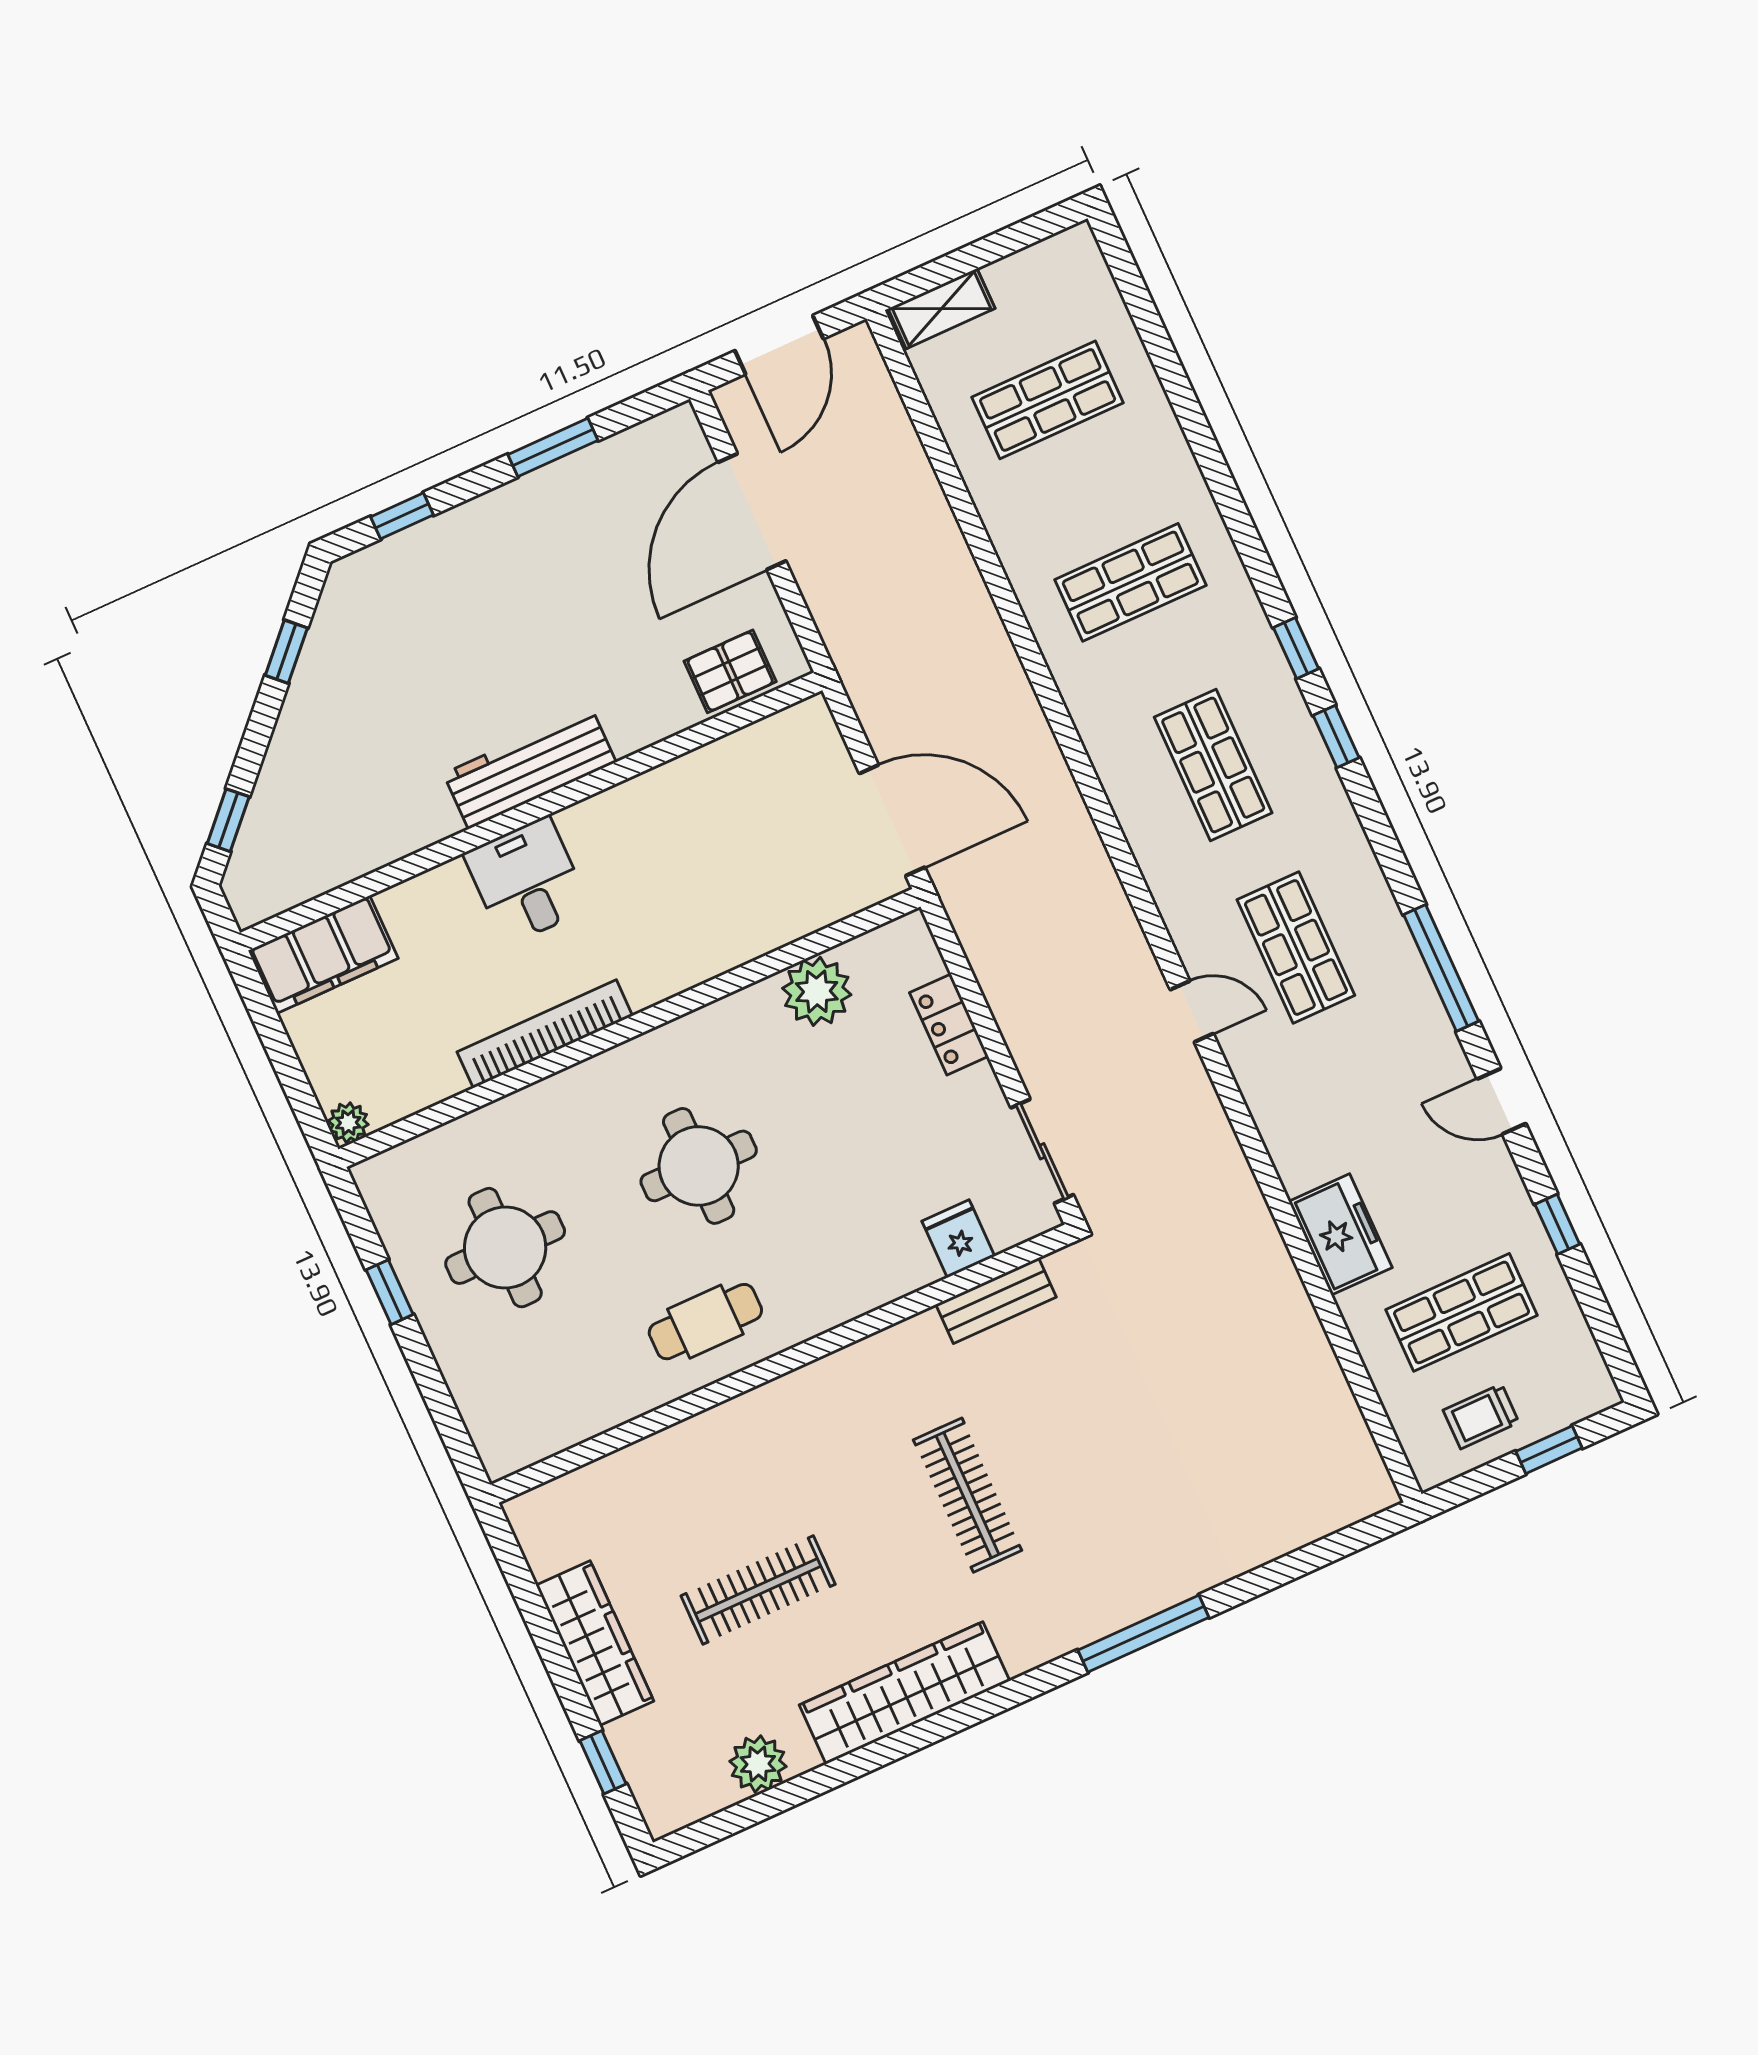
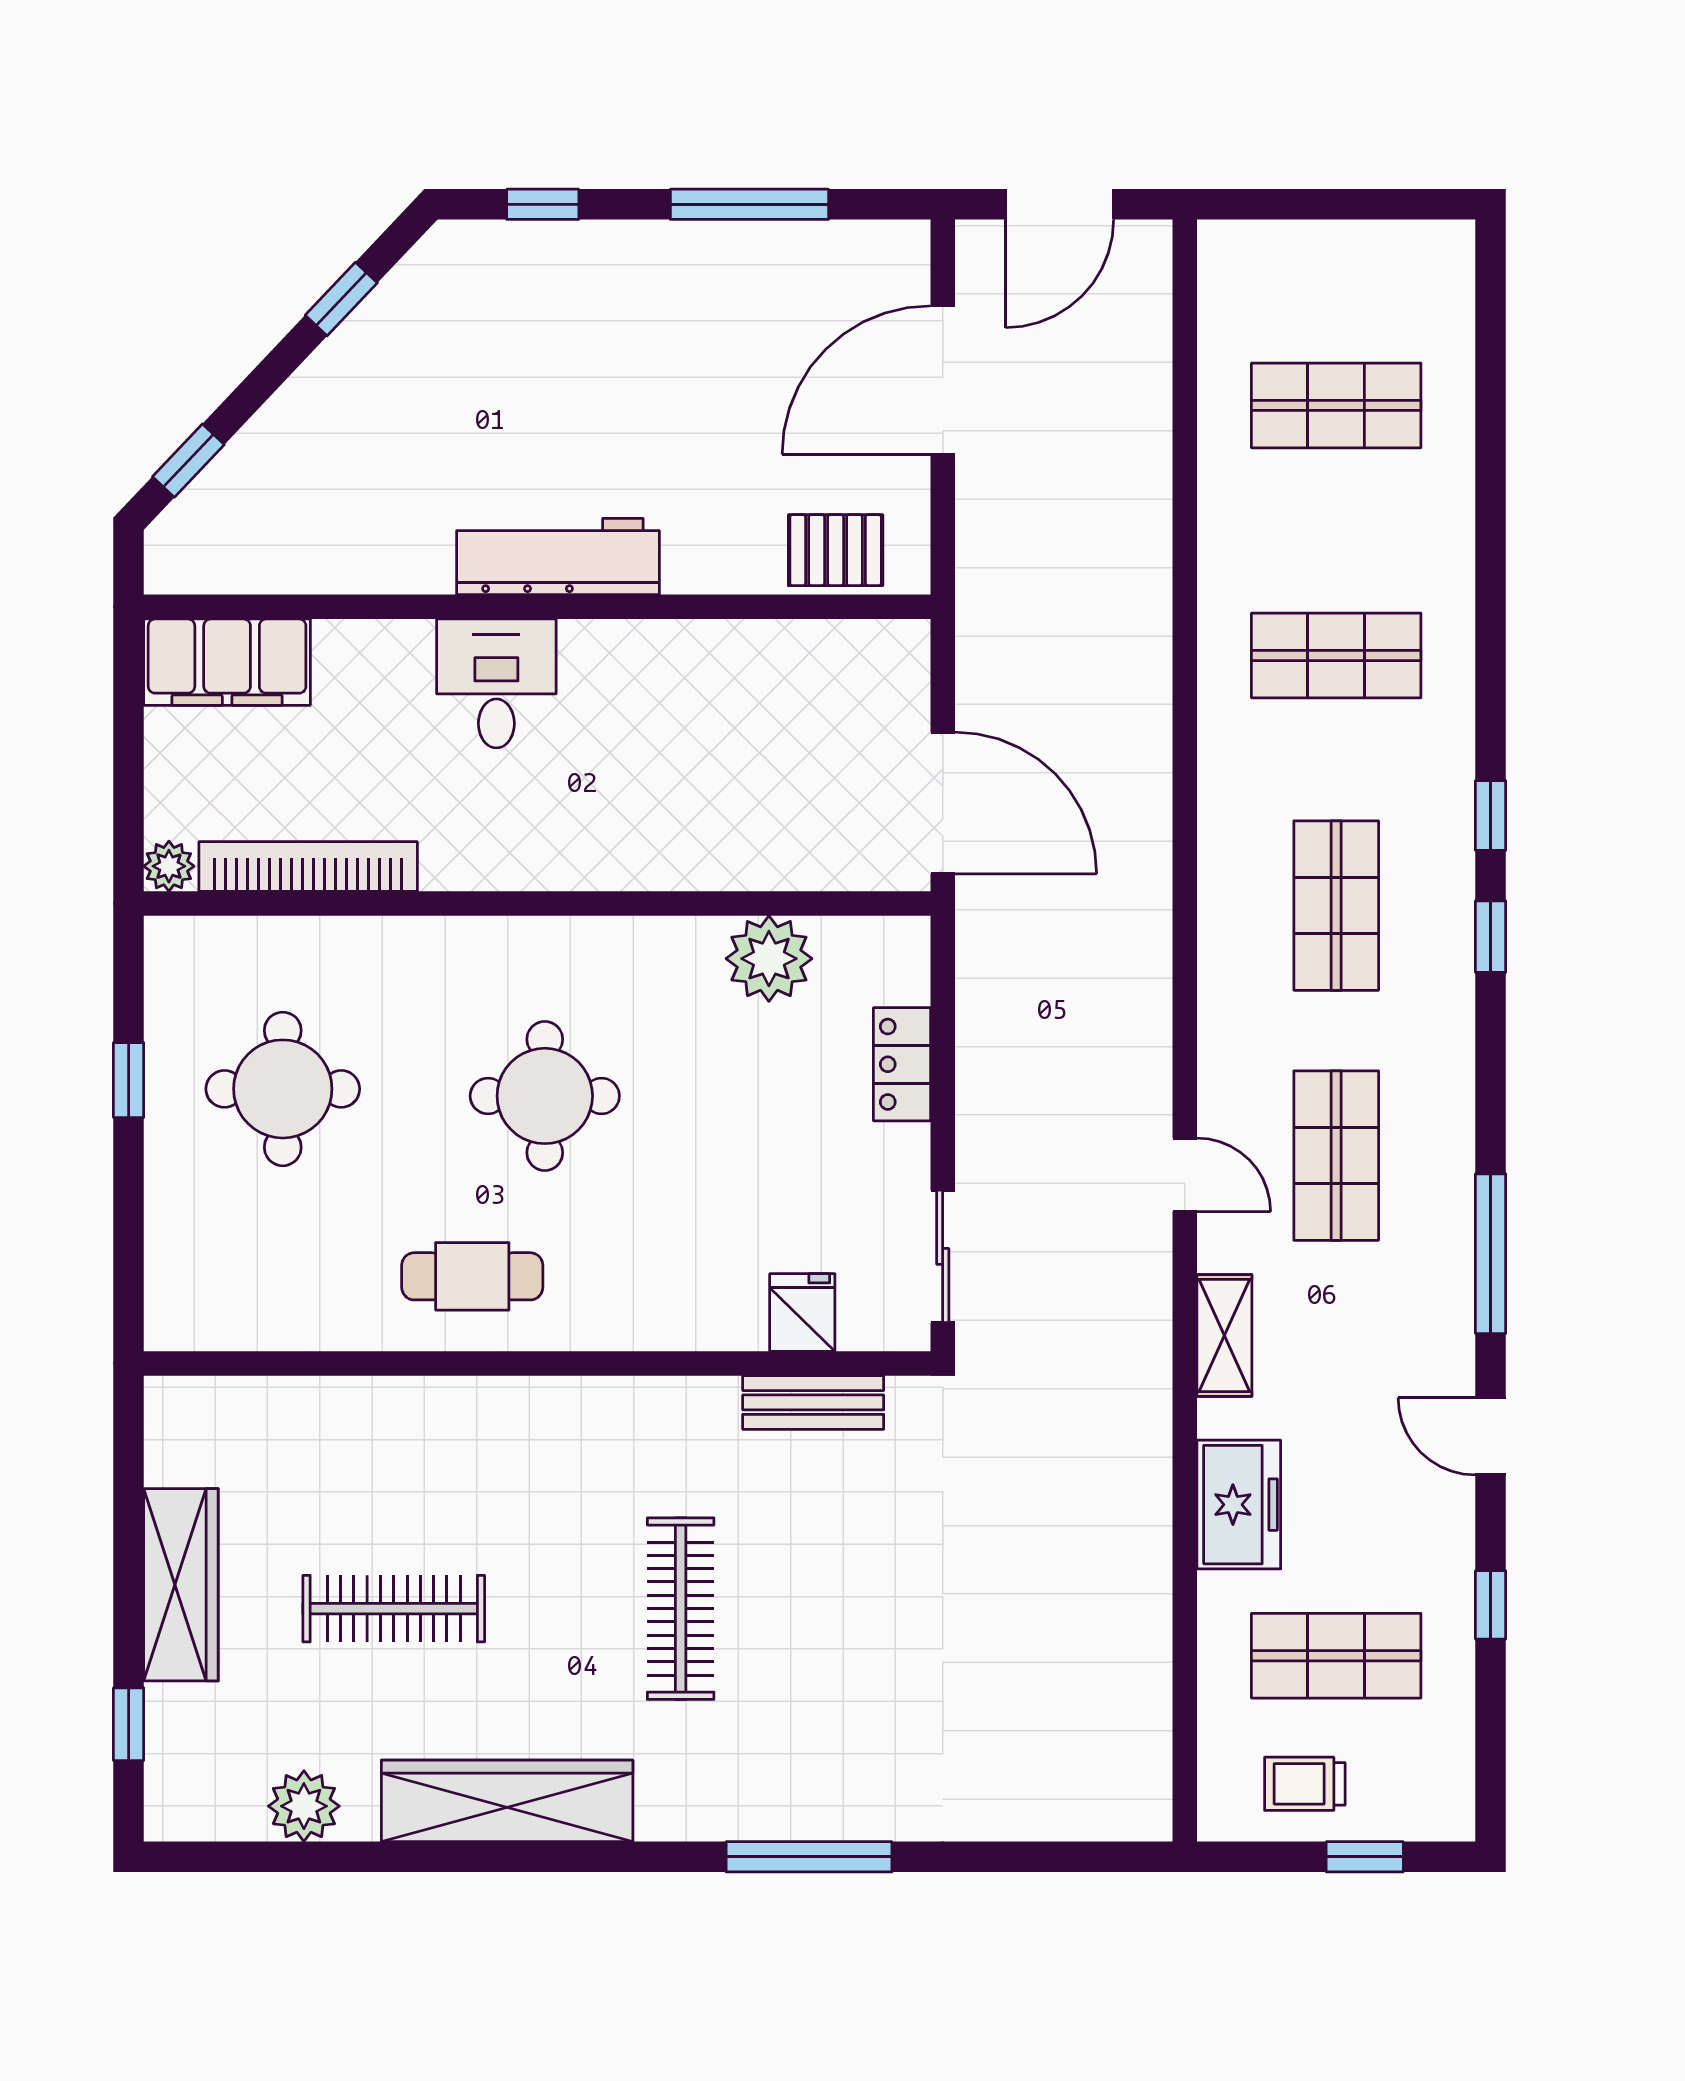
shelving: (942, 309) -> (1224, 1335), moved, turned 90
window: (553, 447) -> (749, 204), width x1.44
bookcase: (545, 1034) -> (308, 867), moved

